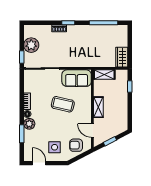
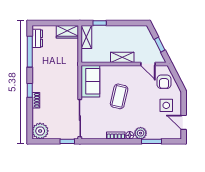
dresser: (116, 30) -> (37, 38), added
plant: (31, 45) -> (40, 131), moved
shelving: (104, 75) -> (86, 37), moved
door: (92, 131) -> (148, 64), hinge flipped
door: (39, 163) -> (184, 122), hinge flipped

